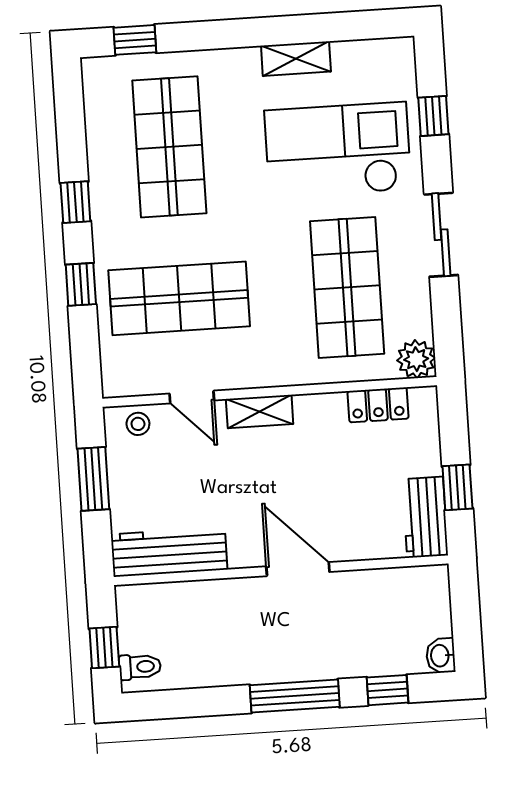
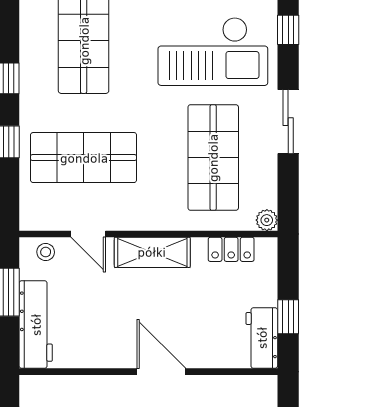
checkout: (338, 150) -> (213, 51), turned 180
plant: (416, 359) -> (267, 220), width x0.73, depth x0.73
shelving: (260, 412) -> (152, 252), width x1.50, depth x1.33
workbench: (169, 552) -> (36, 325), moved, turned 90

